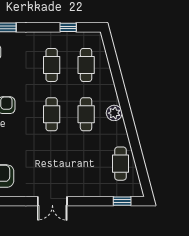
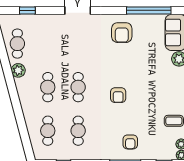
plant: (114, 113) -> (18, 70), moved
window: (122, 201) -> (27, 10), moved

